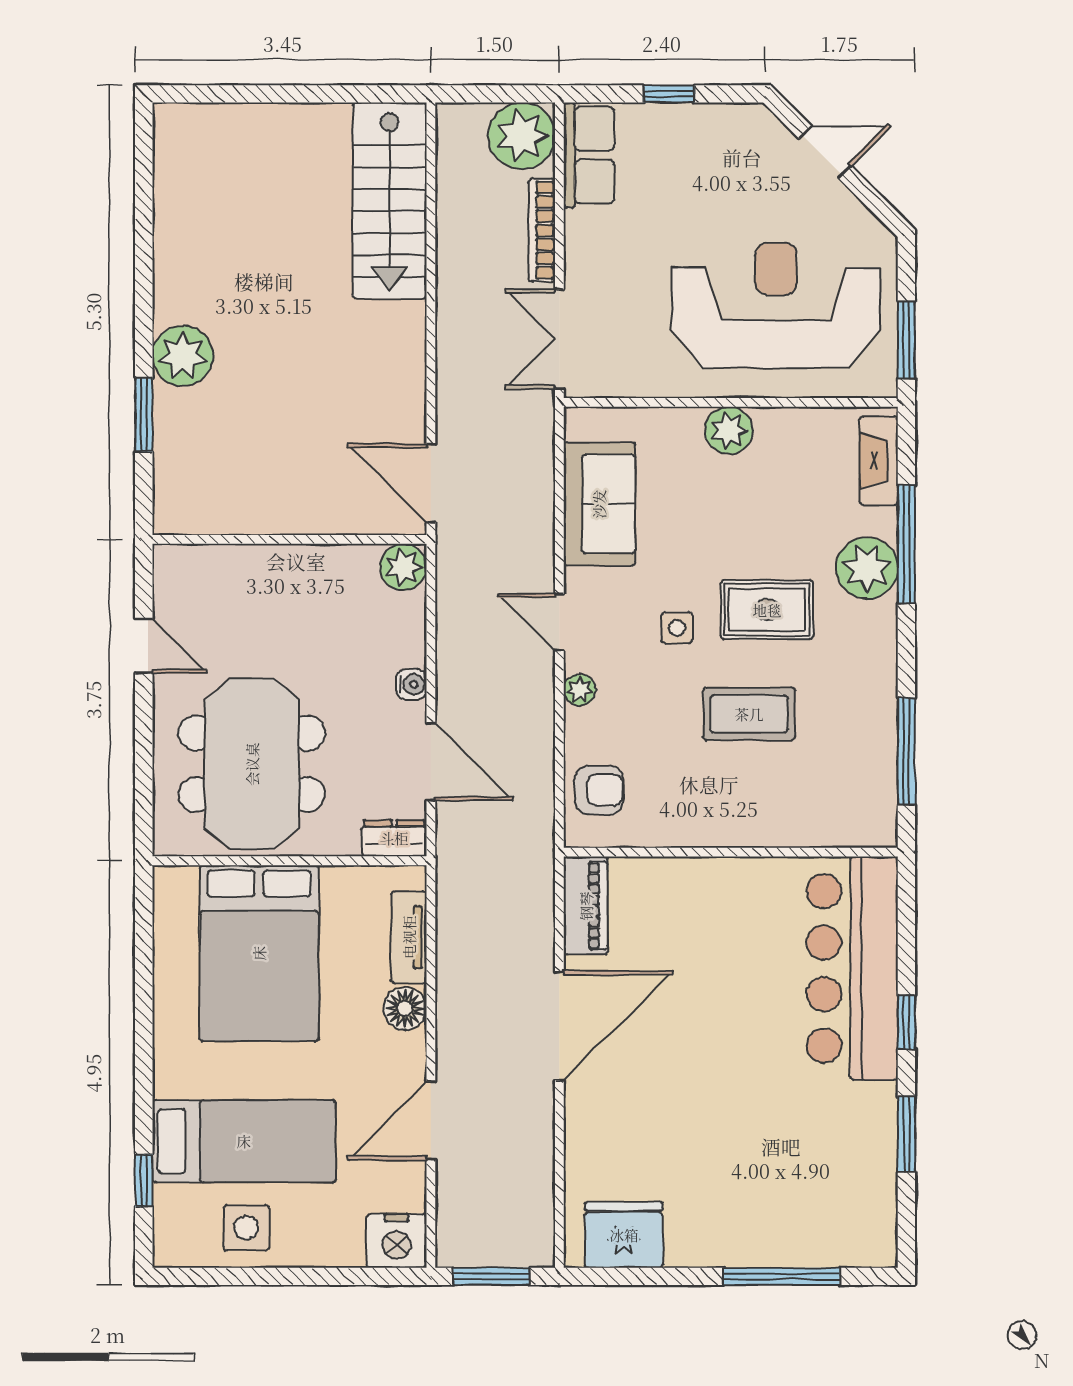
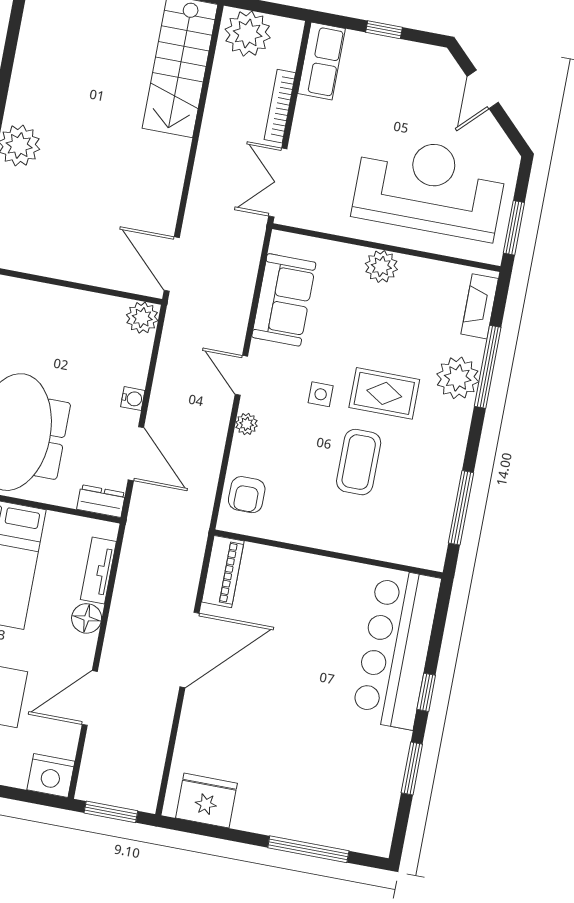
plant: (522, 136) -> (248, 34), moved
door: (825, 152) -> (483, 89), swing flipped
coffee table: (749, 714) -> (359, 462), turned 90
armchair: (599, 790) -> (247, 495), turned 90

